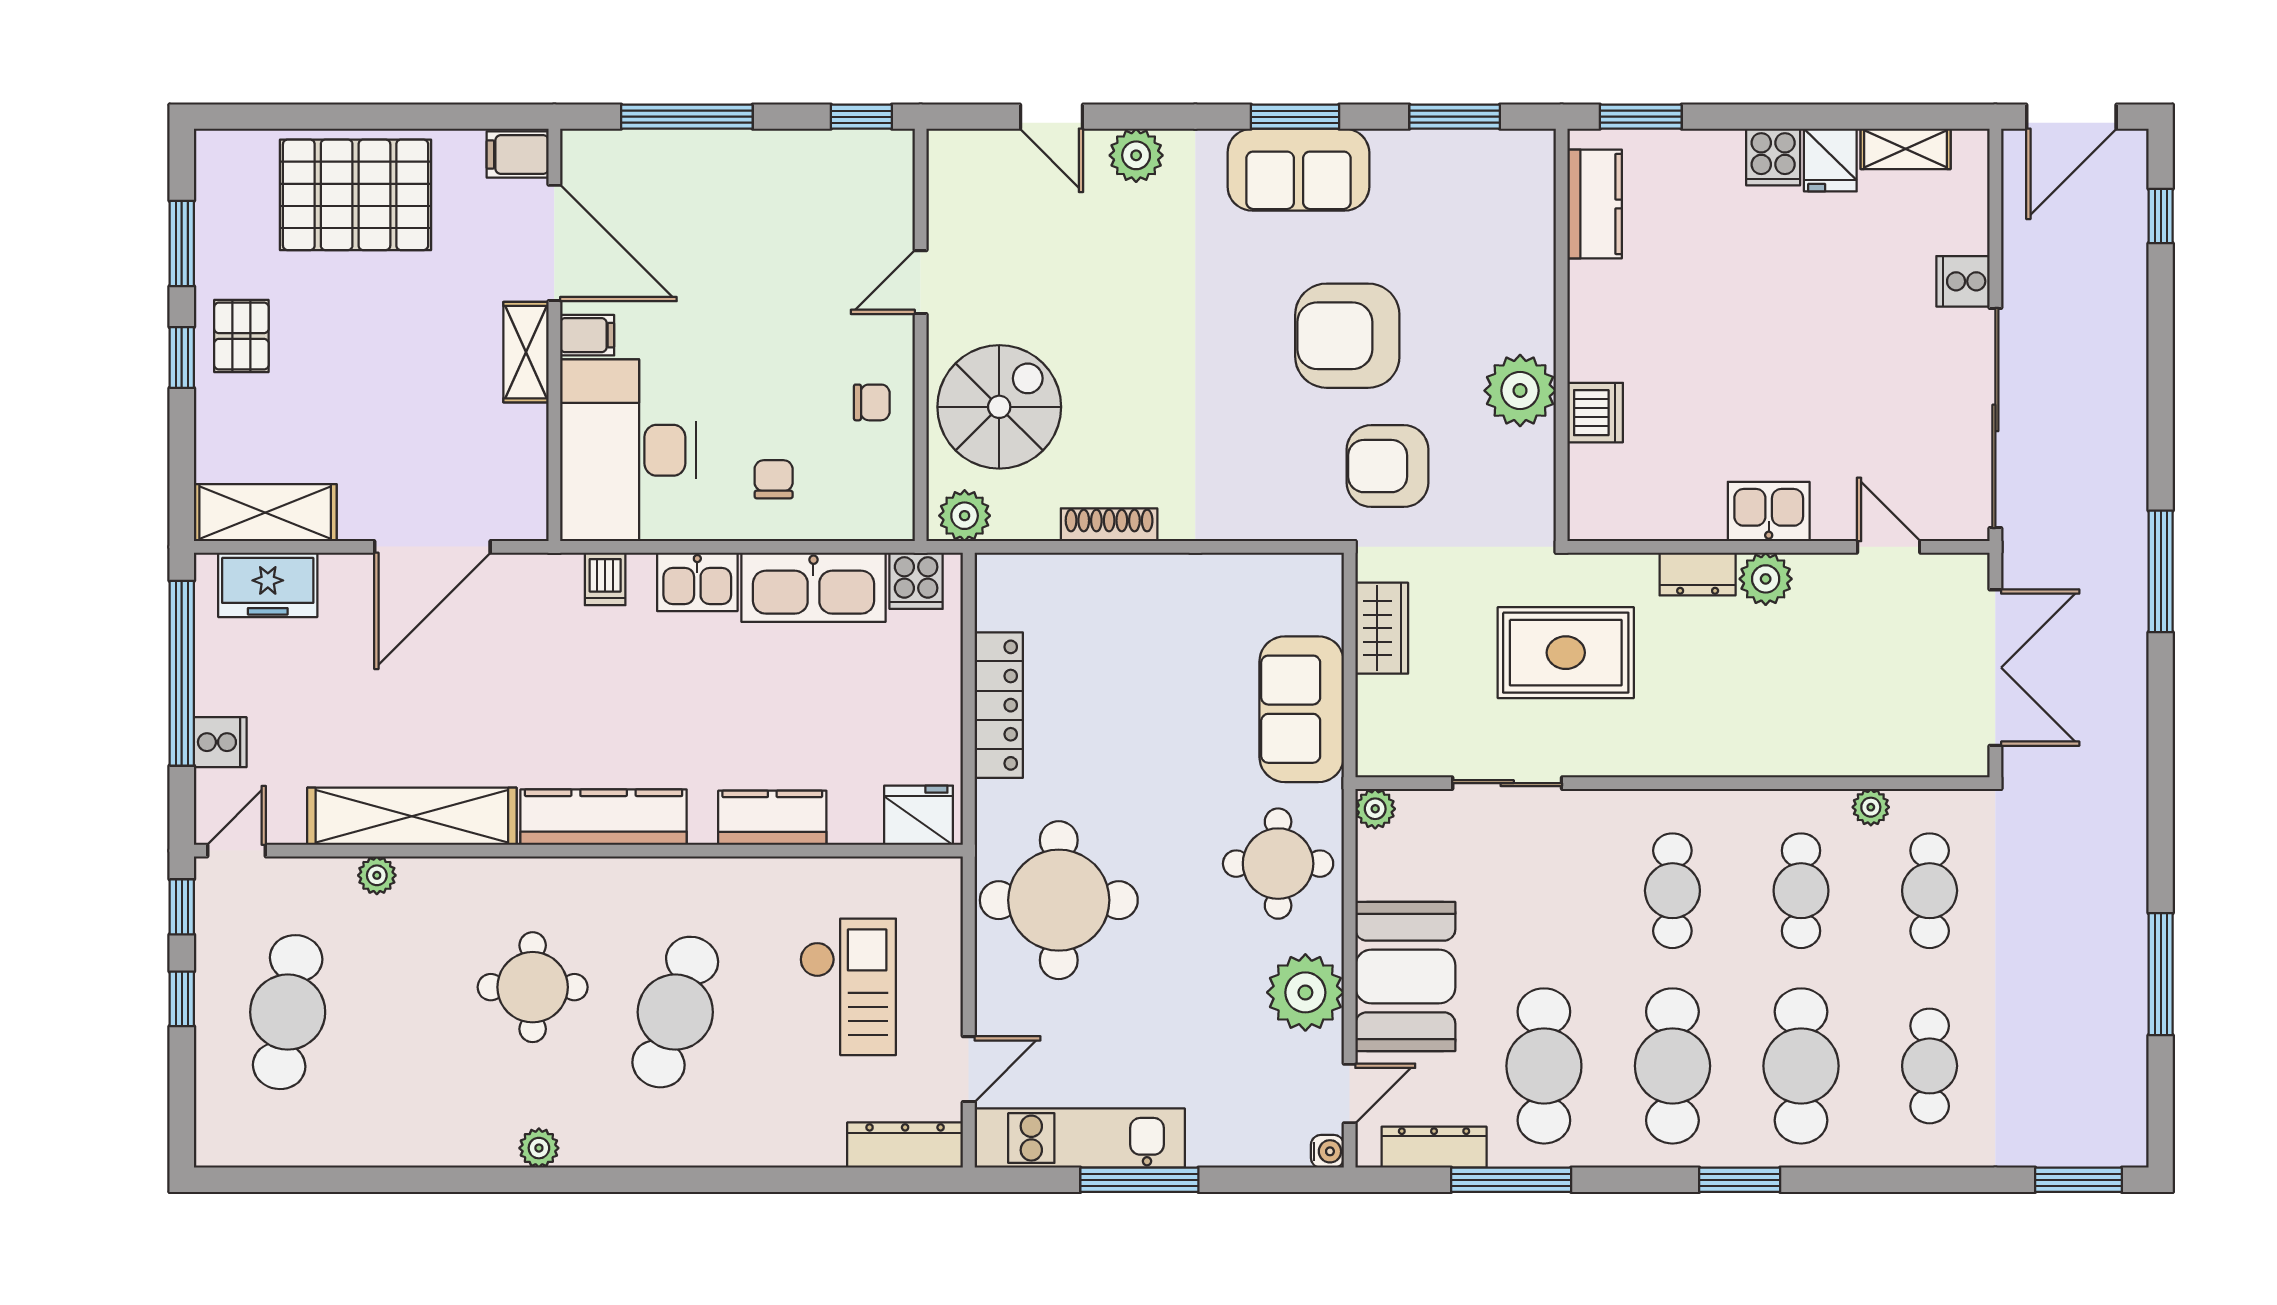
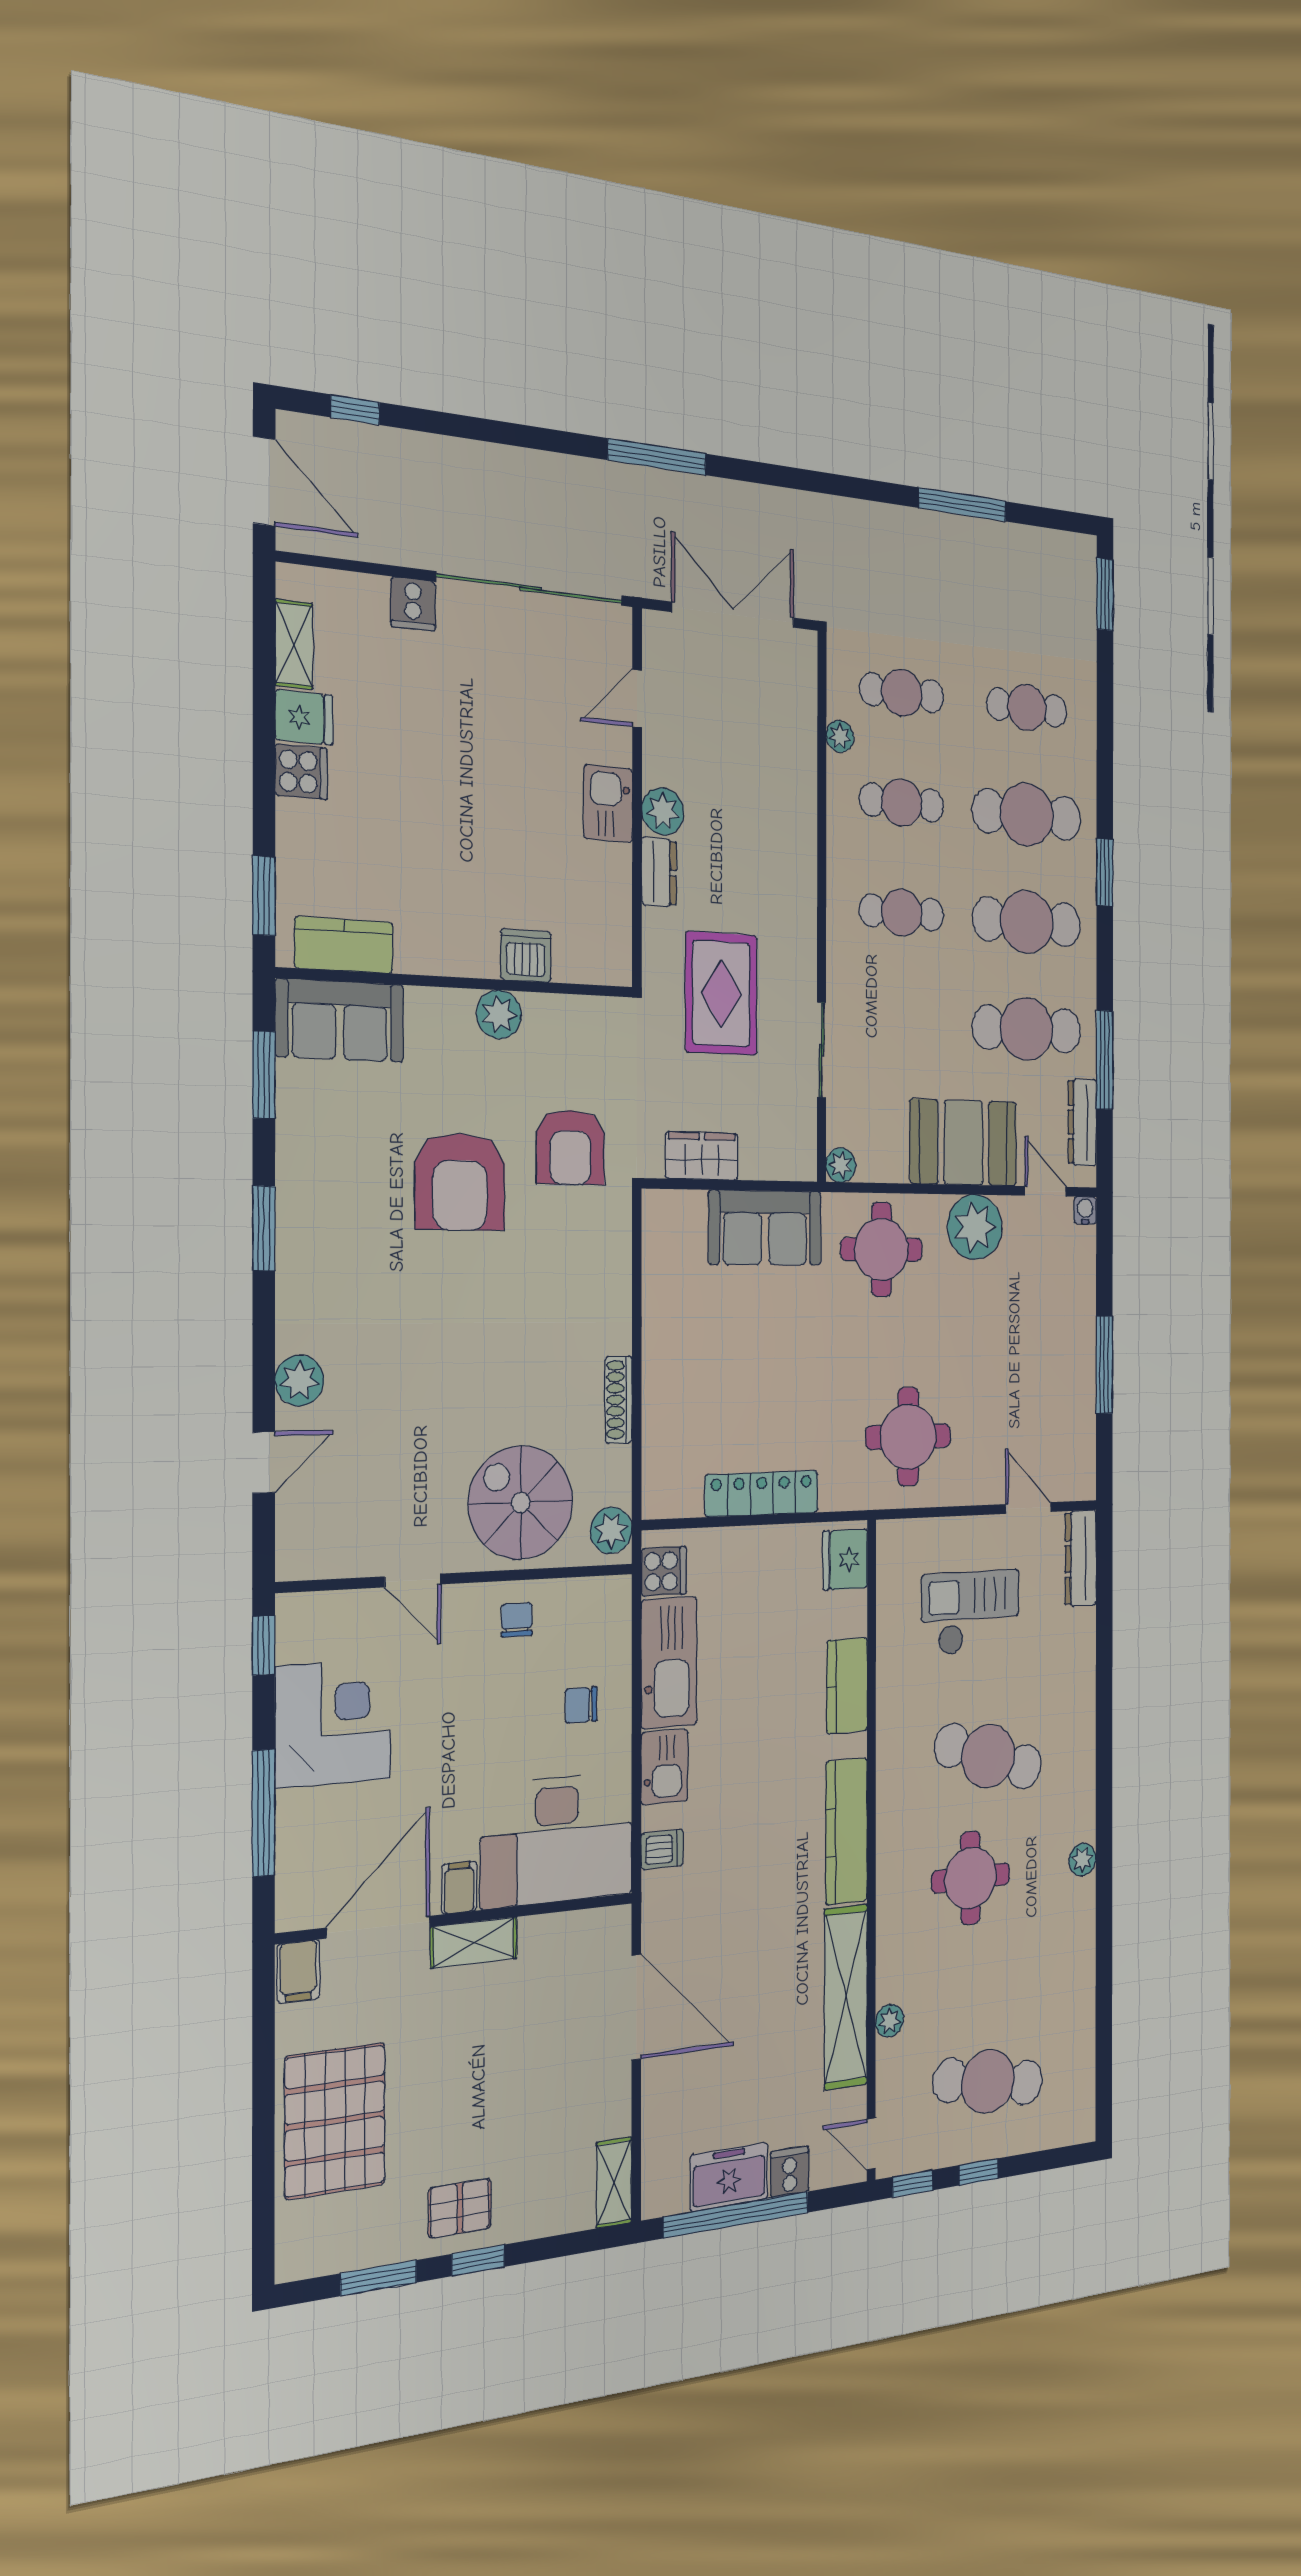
sofa: (1298, 170) -> (340, 1020), moved, turned 90
corner desk: (775, 192) -> (333, 1723), added
plant: (1520, 391) -> (499, 1014), width x0.73, depth x0.73
shelving: (265, 513) -> (614, 2183), width x0.67, depth x0.75
freezer: (268, 585) -> (729, 2177), moved, turned -90
round table: (1059, 900) -> (908, 1437), width x0.73, depth x0.73
kitchen unit: (1080, 1138) -> (1076, 1414), removed

